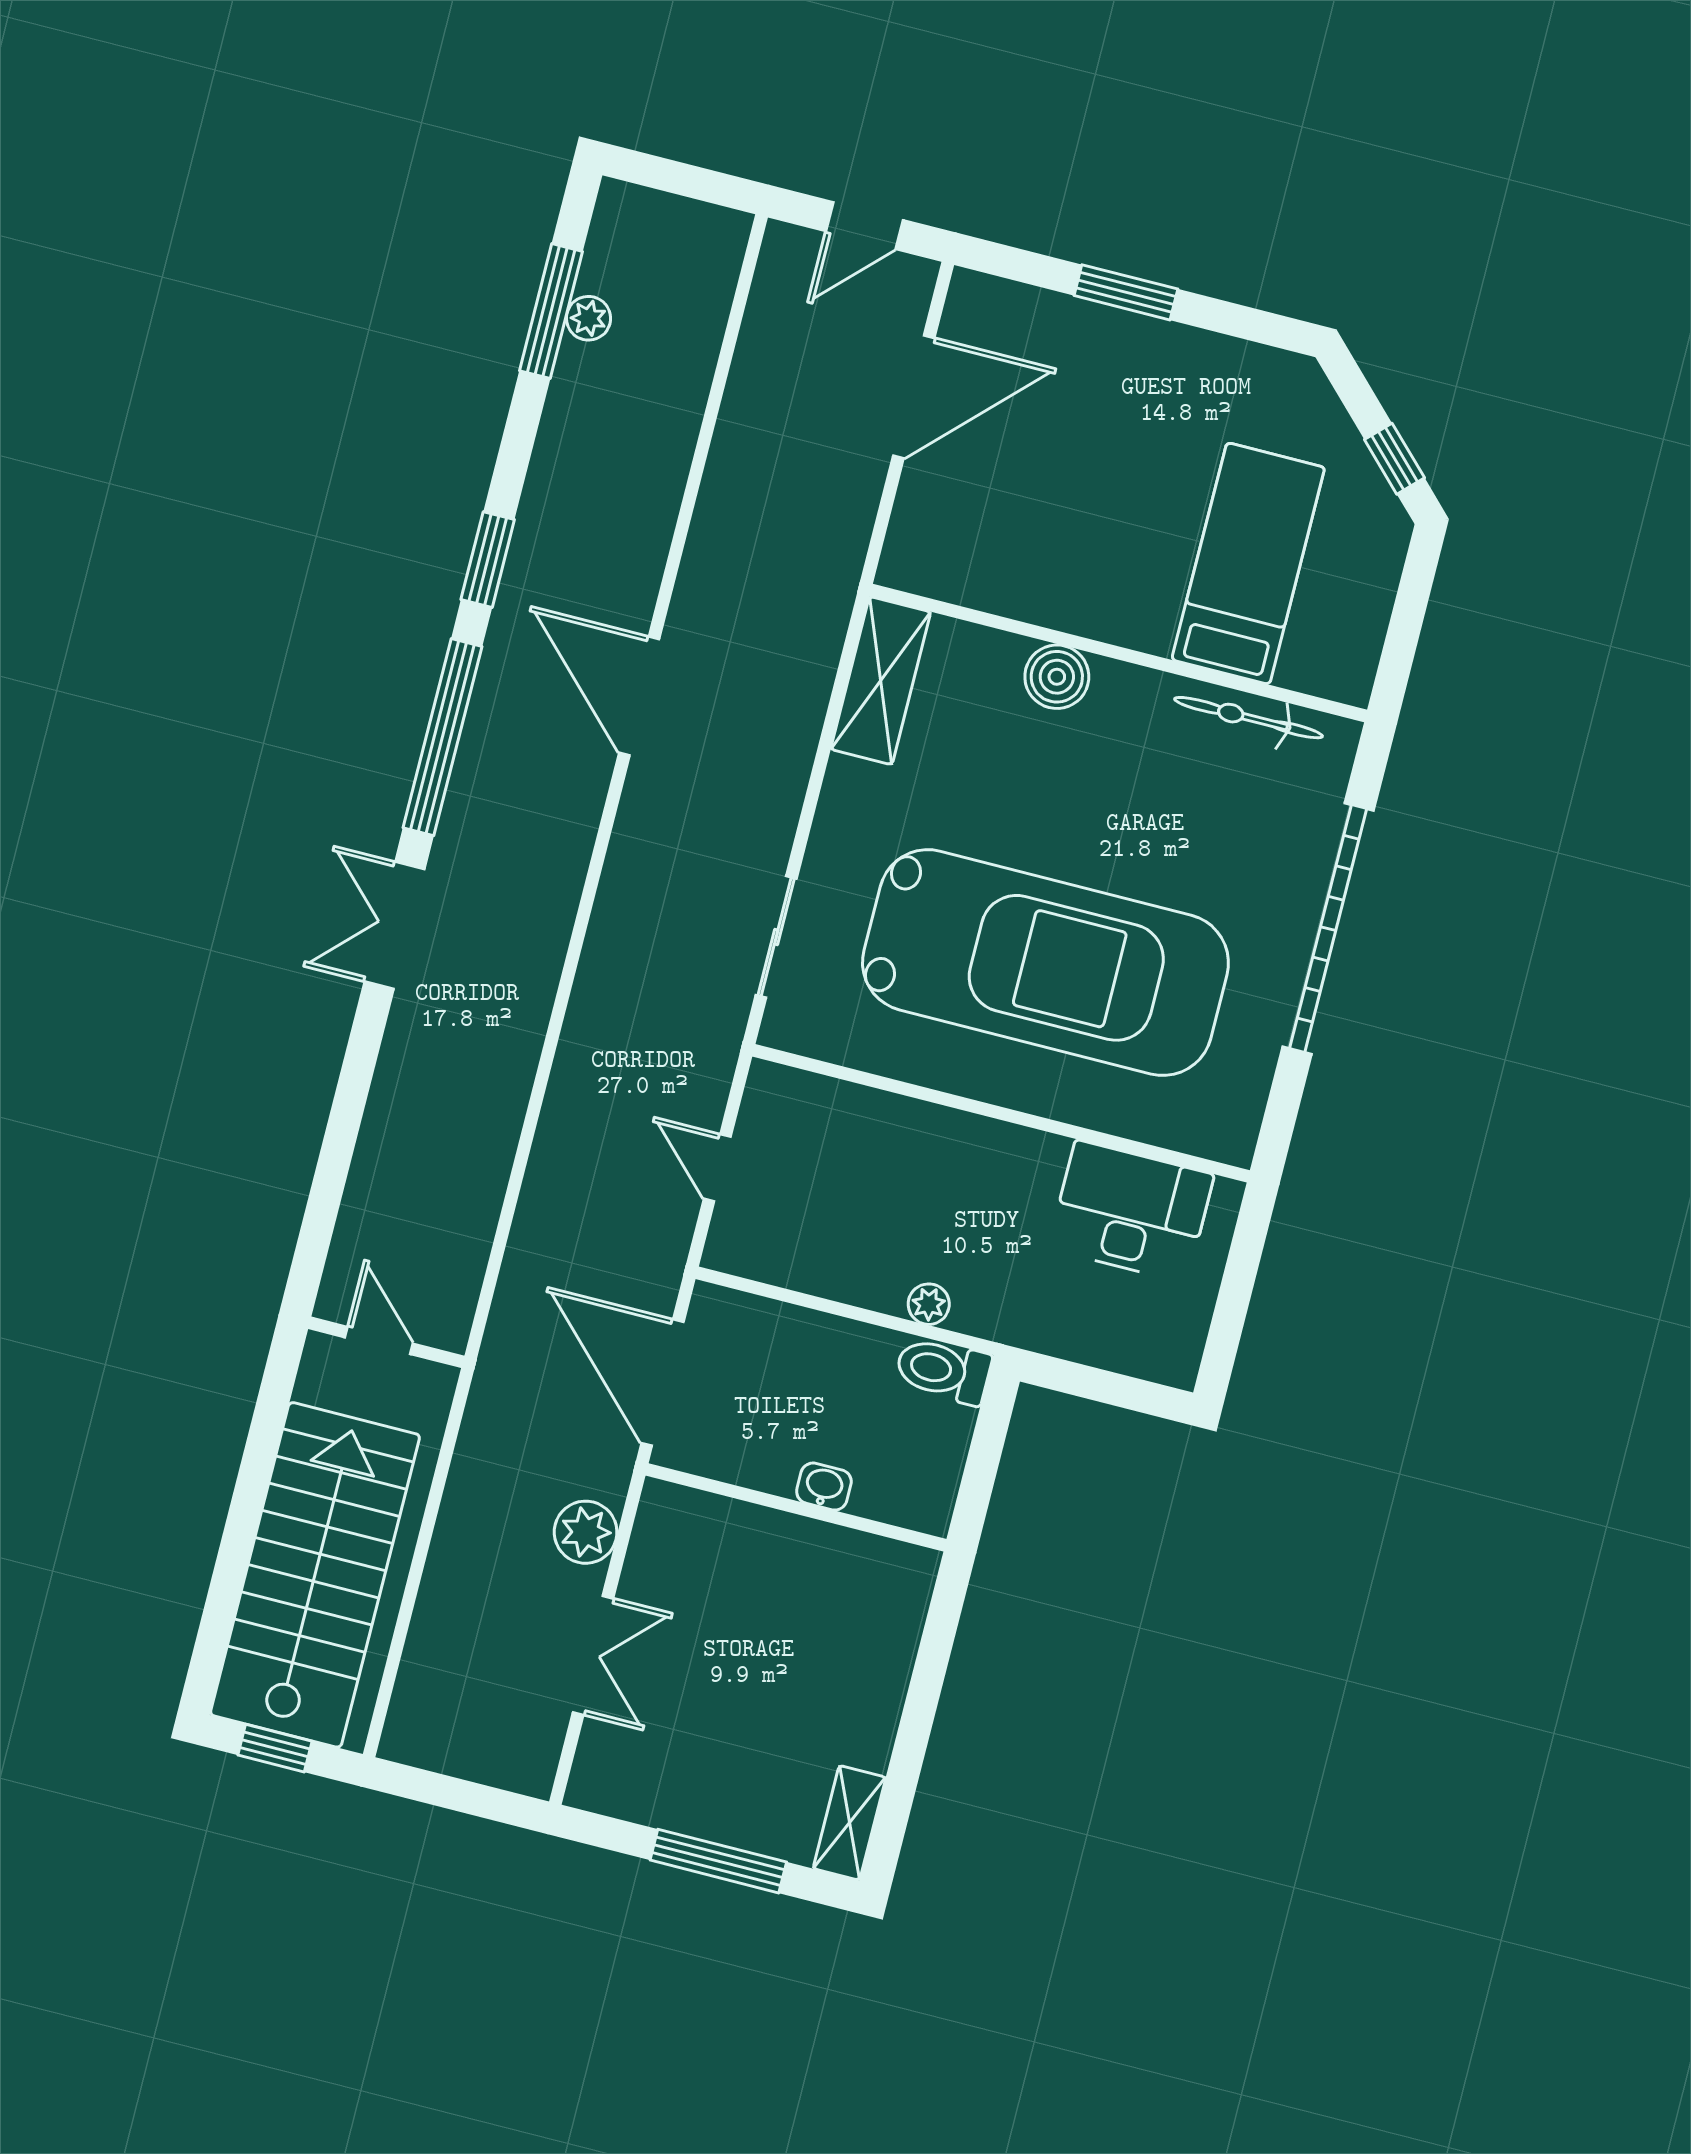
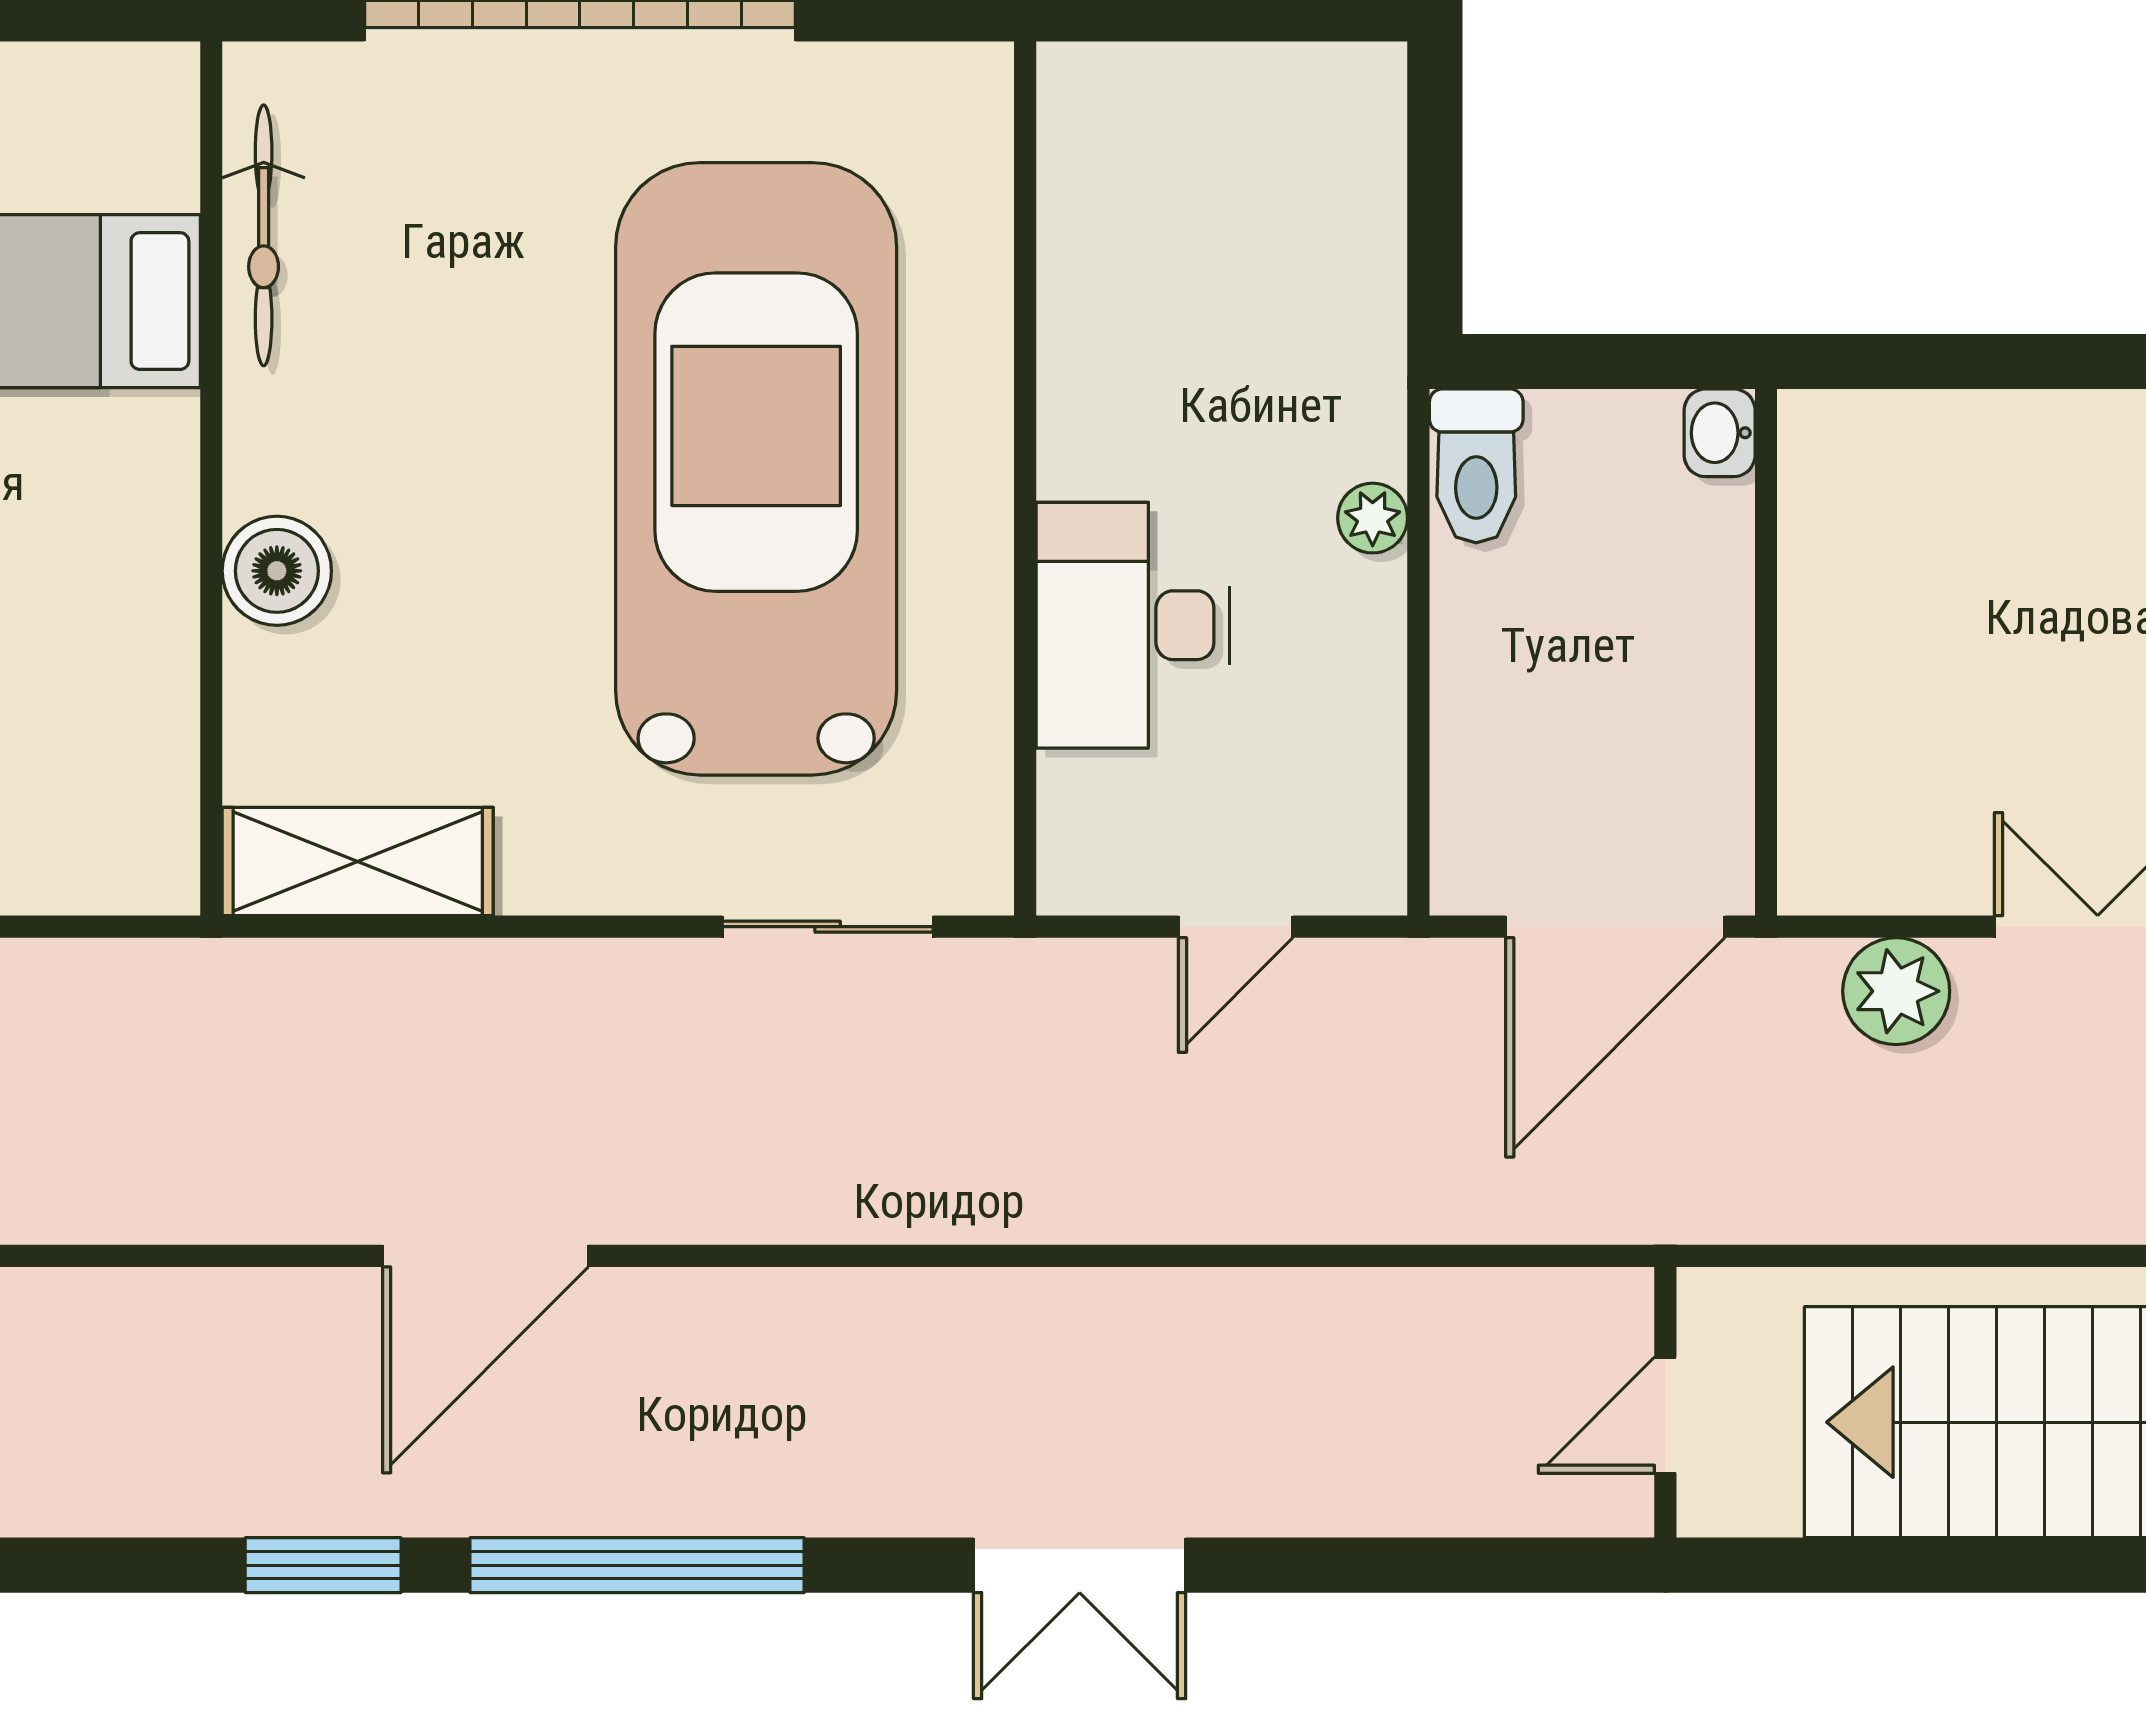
double door: (394, 925) -> (1080, 1565), moved
desk: (1131, 1211) -> (1133, 625), moved
washbasin: (824, 1487) -> (1720, 433), moved

